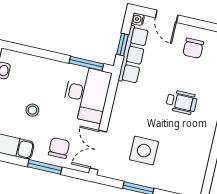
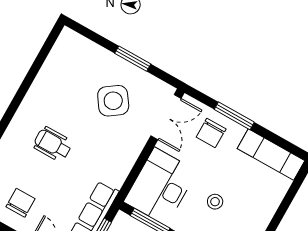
stool: (32, 110) -> (215, 202), moved
side table: (144, 151) -> (113, 101), turned -35

